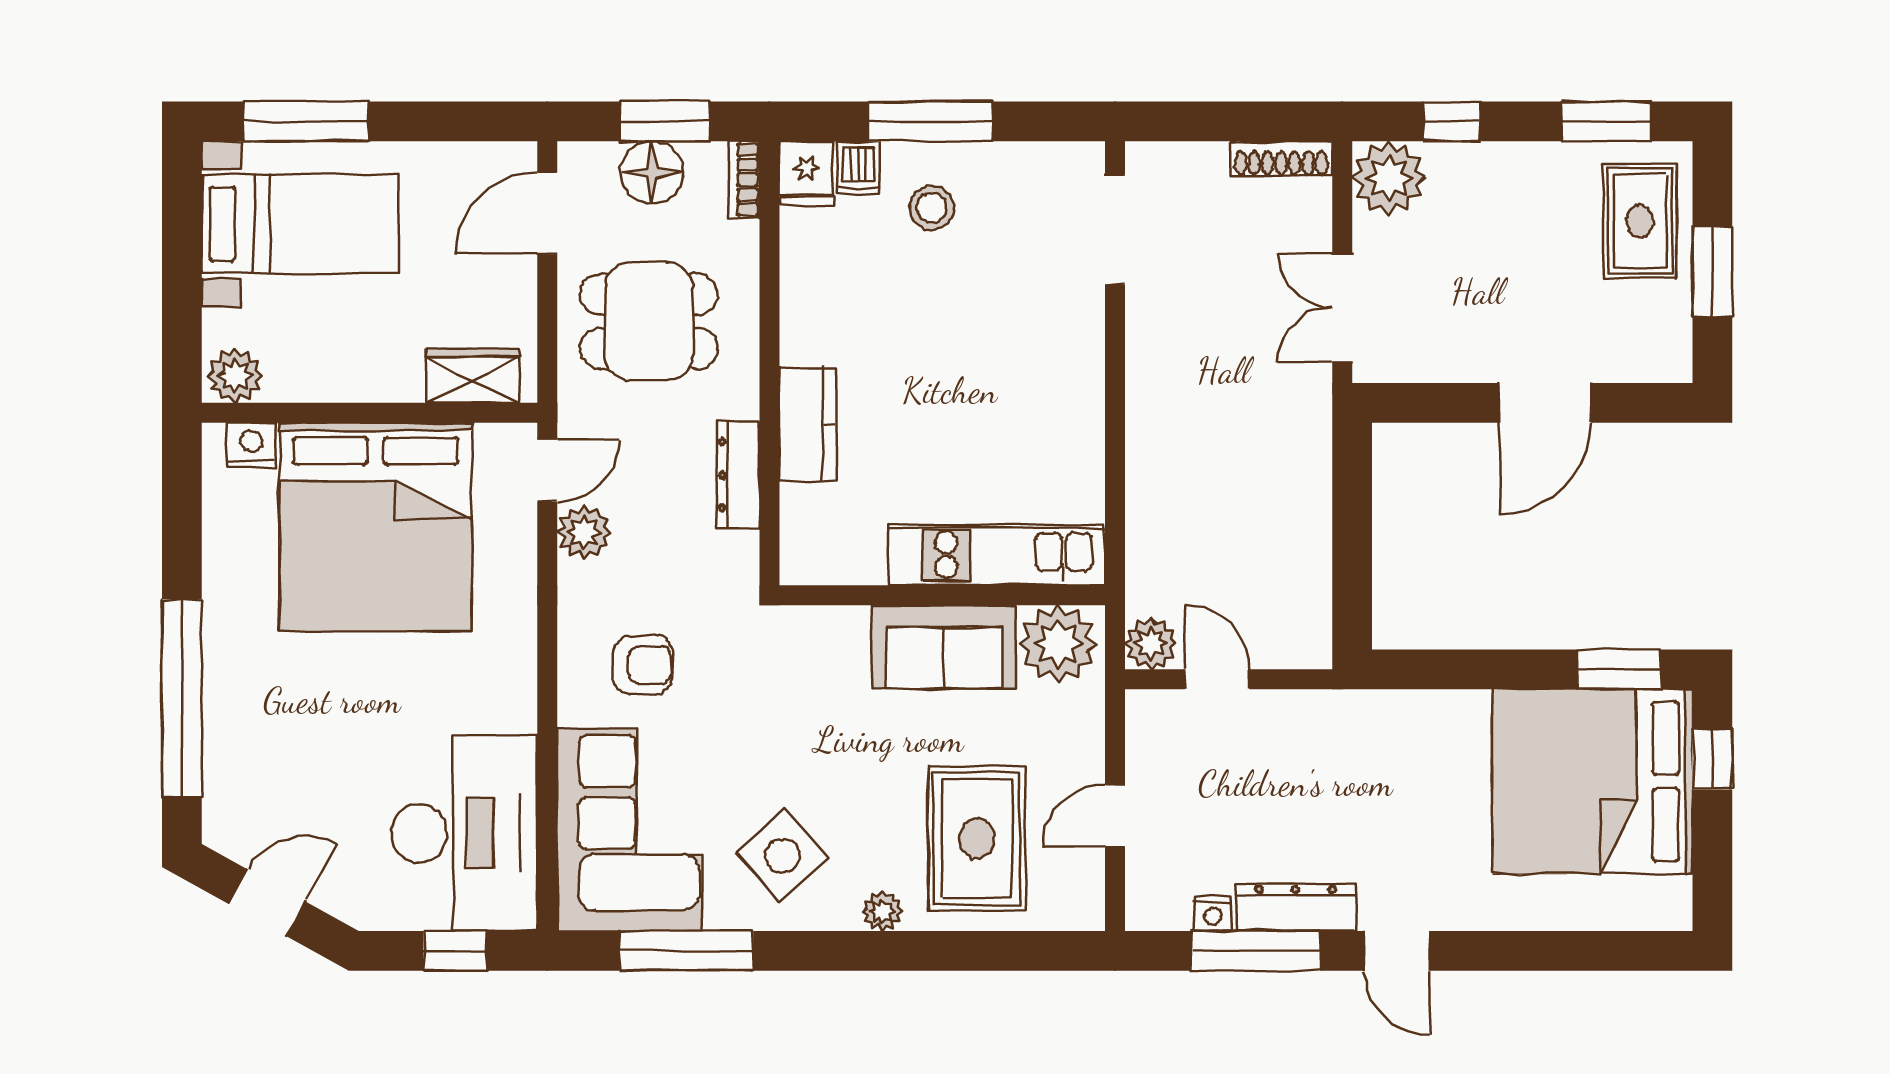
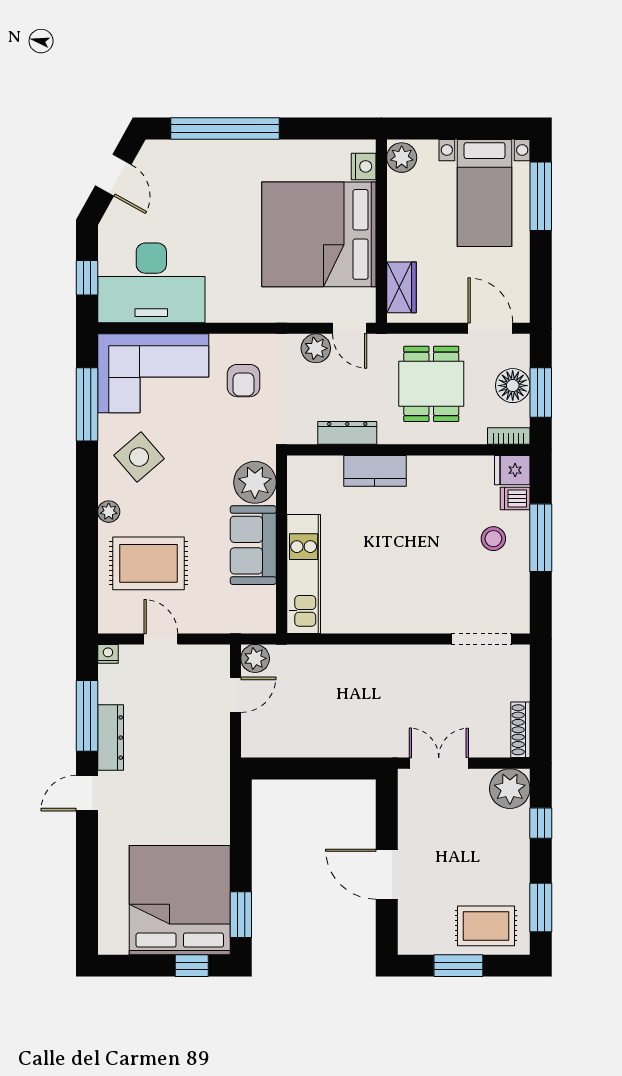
plant: (1058, 644) -> (255, 482), moved
nightstand: (1213, 914) -> (108, 654), moved, turned 90

